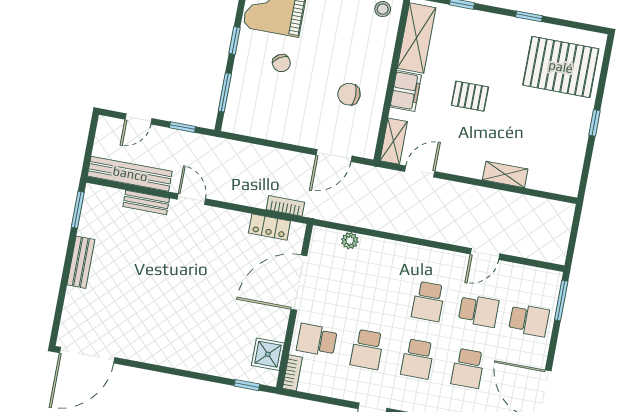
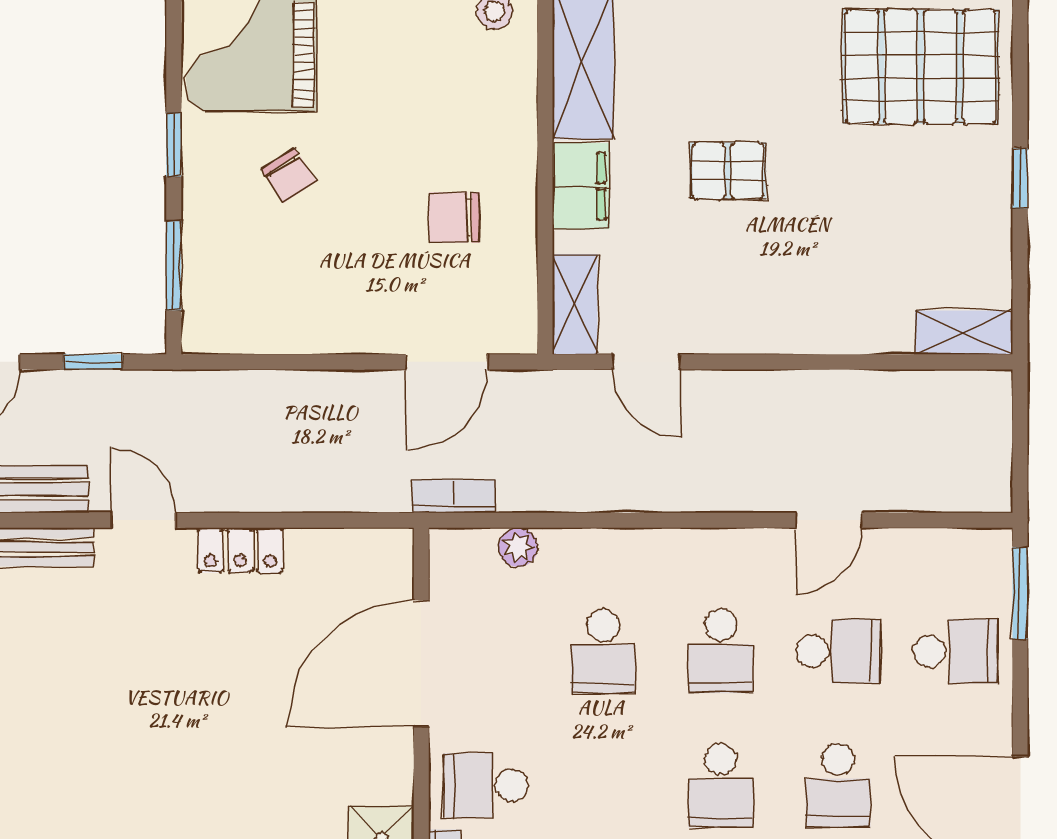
door: (420, 172) -> (647, 362), swing flipped
shelving: (505, 174) -> (964, 332), moved
bookcase: (285, 206) -> (454, 496), moved
locker: (269, 227) -> (240, 550), moved
school desk: (367, 349) -> (603, 651), moved

